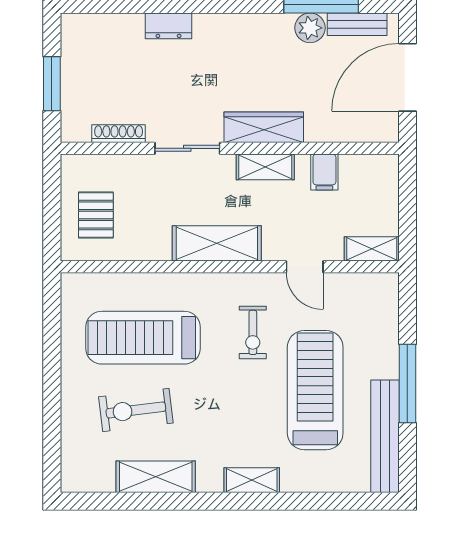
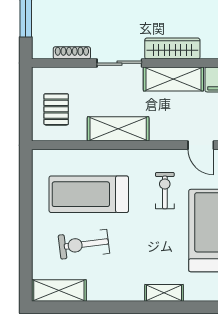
shelving: (265, 167) -> (173, 79), width x1.50, depth x1.33
shelving: (217, 243) -> (118, 129), moved
exercise bike: (253, 332) -> (165, 191), turned 180
shelving: (156, 477) -> (59, 291), moved

